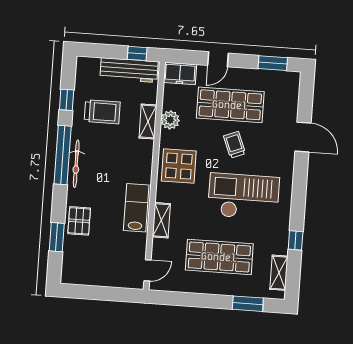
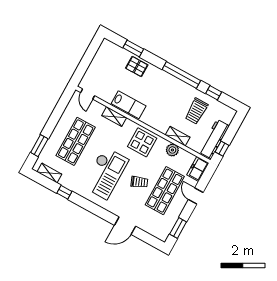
bicycle: (76, 164) -> (172, 81), removed

